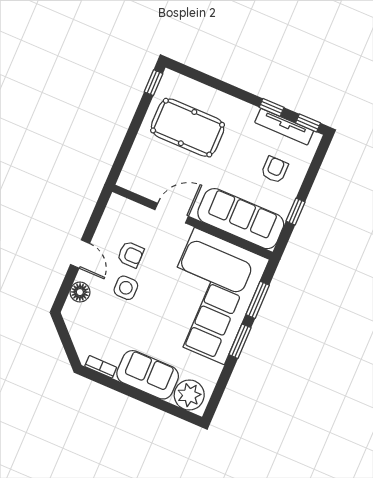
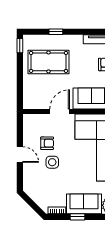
window: (272, 107) -> (56, 32), moved
floor lamp: (80, 292) -> (29, 175), removed
window: (129, 391) -> (77, 217), added

